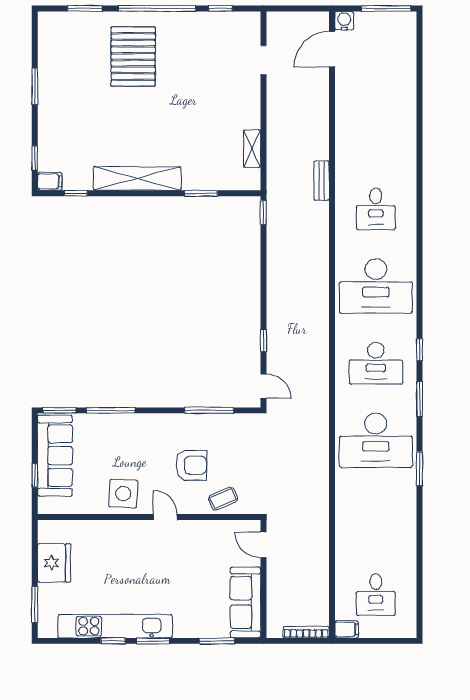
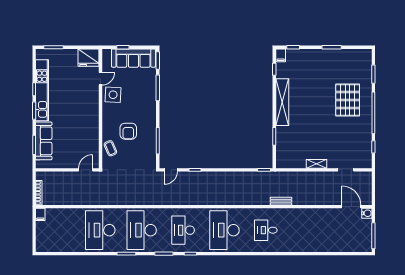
pallet: (133, 57) -> (348, 100), turned 90
shelving: (252, 149) -> (316, 164), moved
door: (165, 517) -> (100, 79), moved
fridge: (54, 563) -> (89, 58), moved
desk: (376, 595) -> (100, 230), moved, width x1.87, depth x1.30
sofa: (245, 602) -> (44, 141), moved, turned 90

